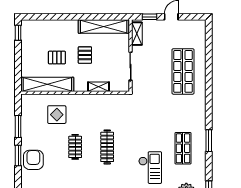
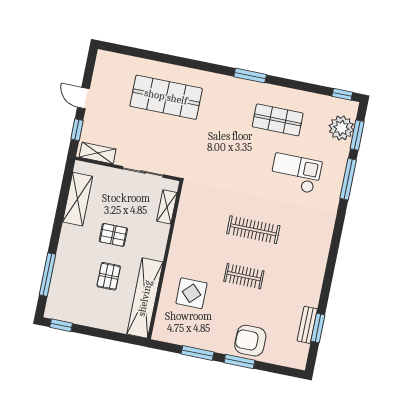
window: (50, 17) -> (48, 275), added
shelving: (104, 27) -> (78, 199), width x0.68
shelving: (98, 87) -> (167, 207), moved
window: (209, 141) -> (250, 76), moved

